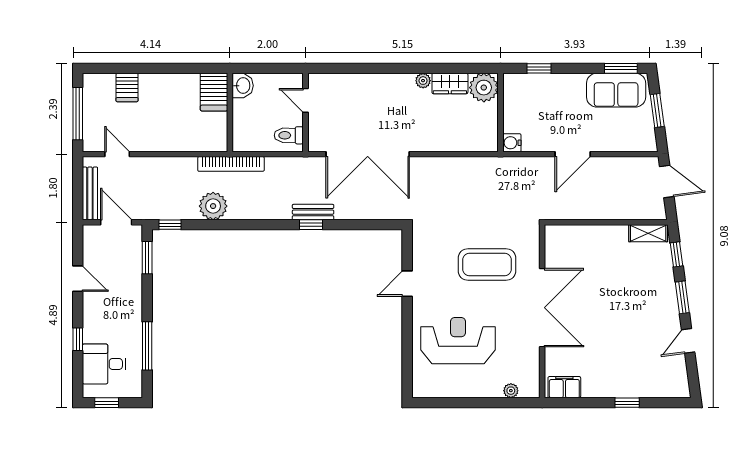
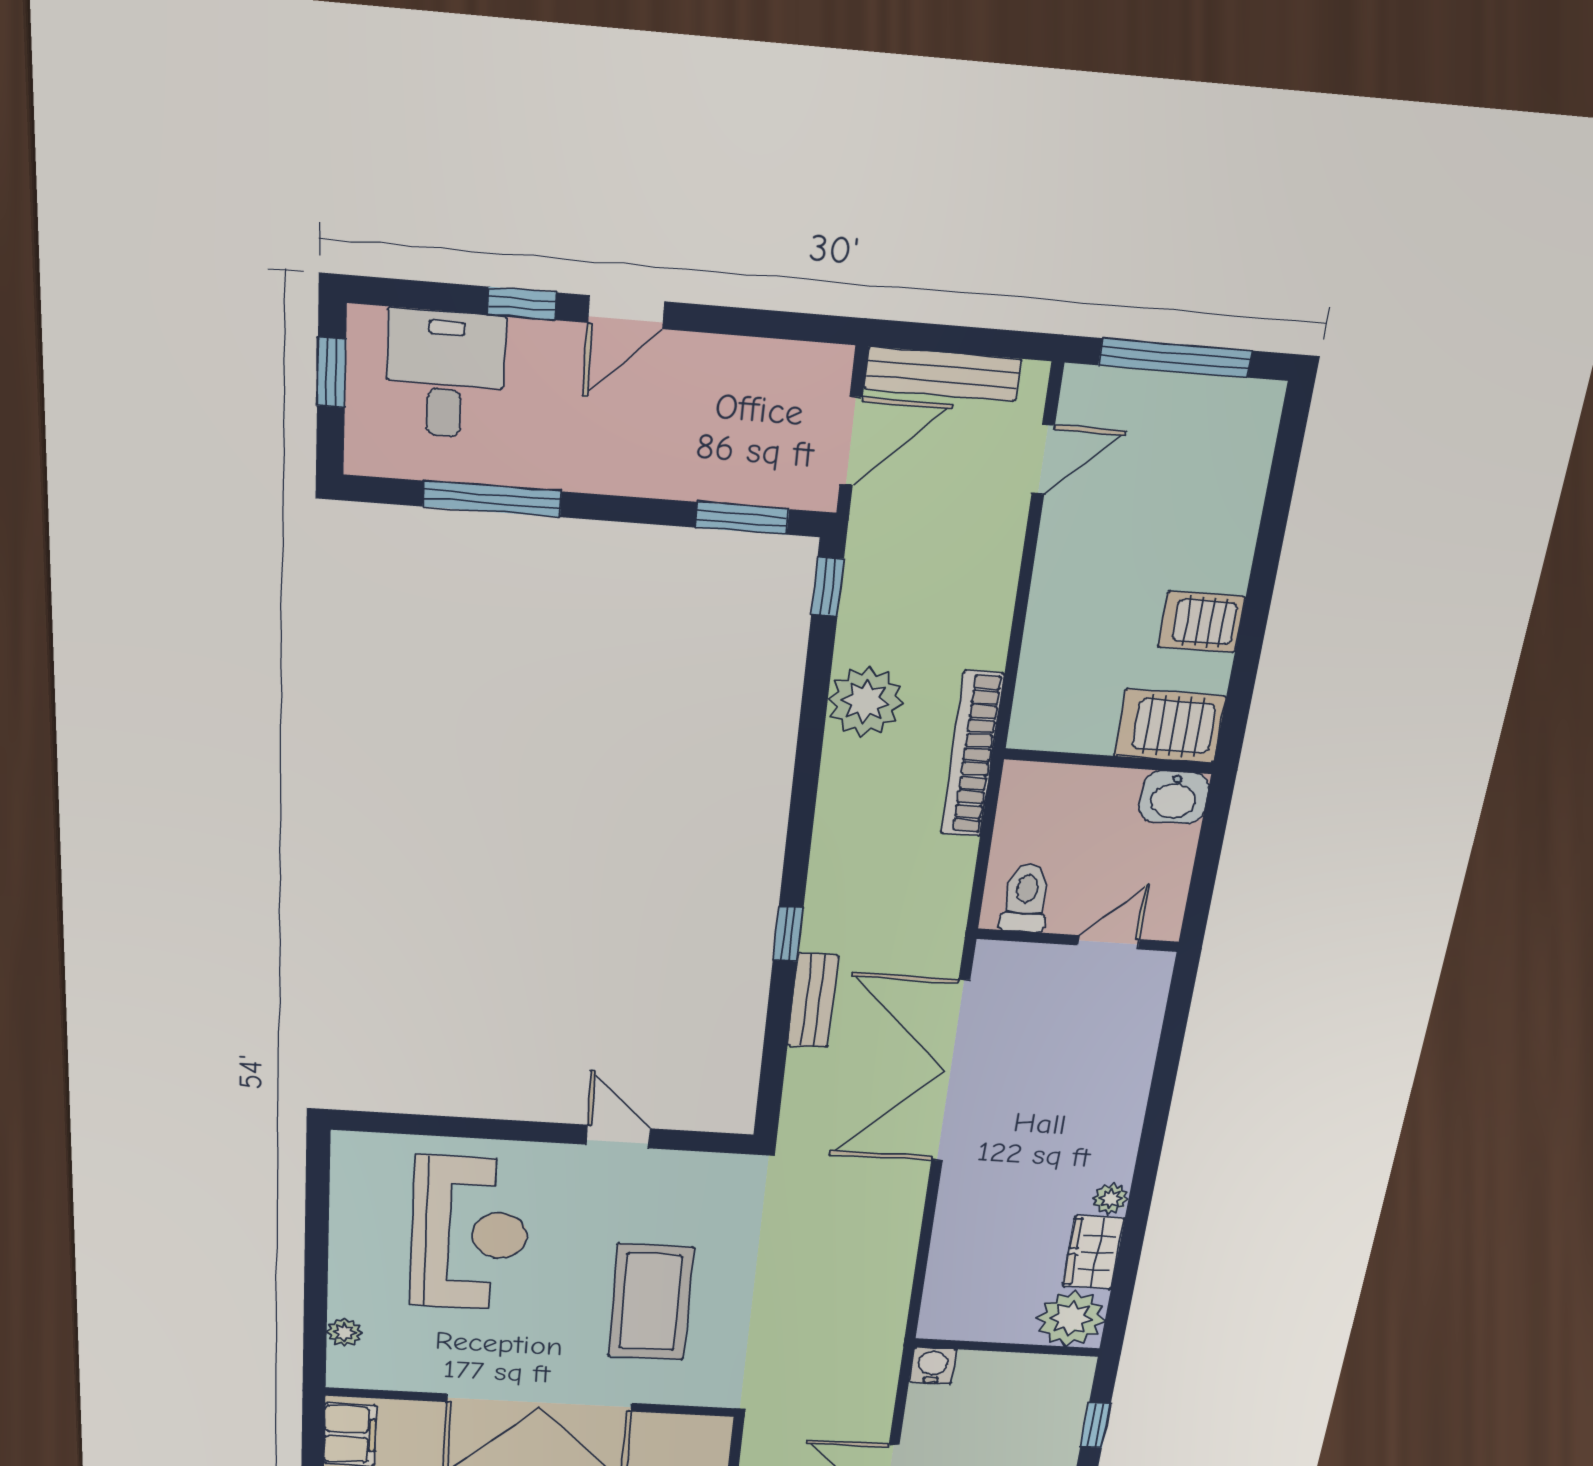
server rack: (127, 87) -> (1202, 622), moved
bench: (313, 212) -> (813, 1001), moved
door: (78, 279) -> (626, 312), moved

